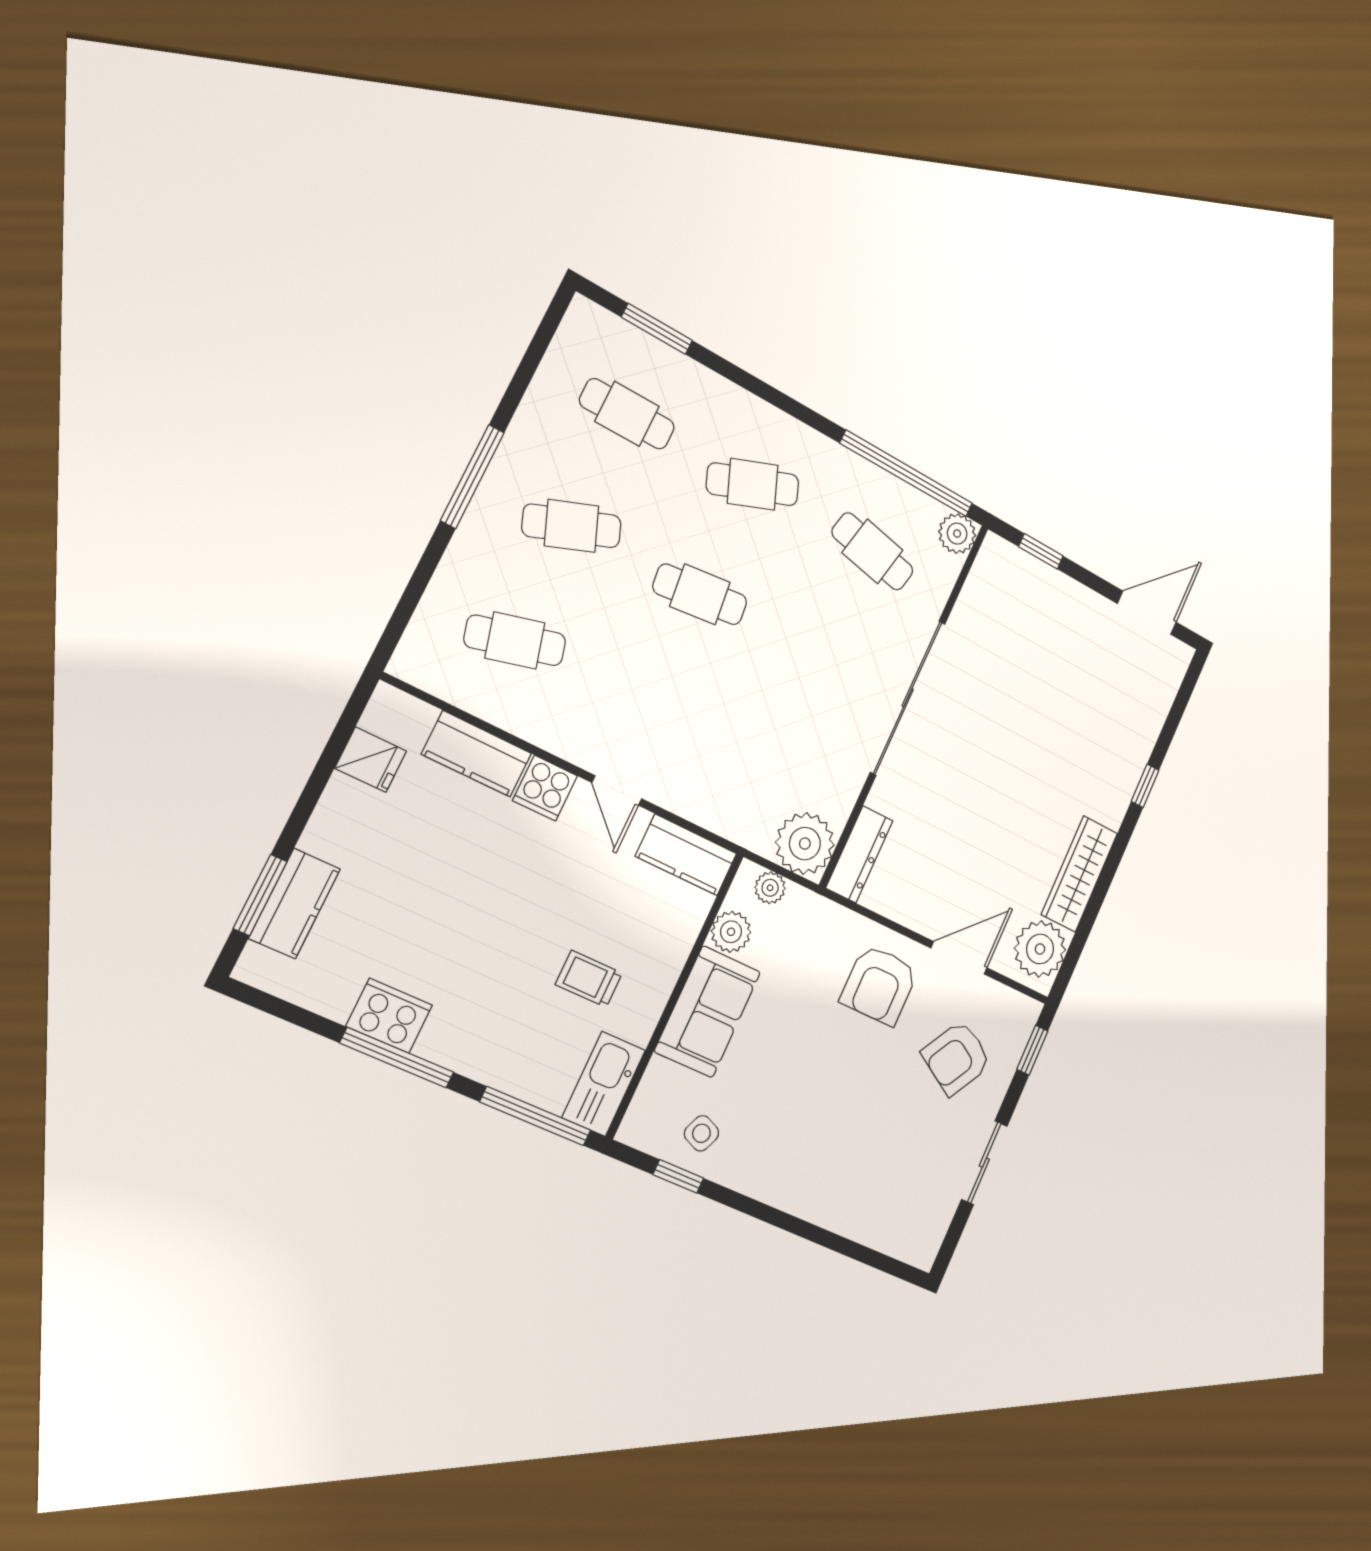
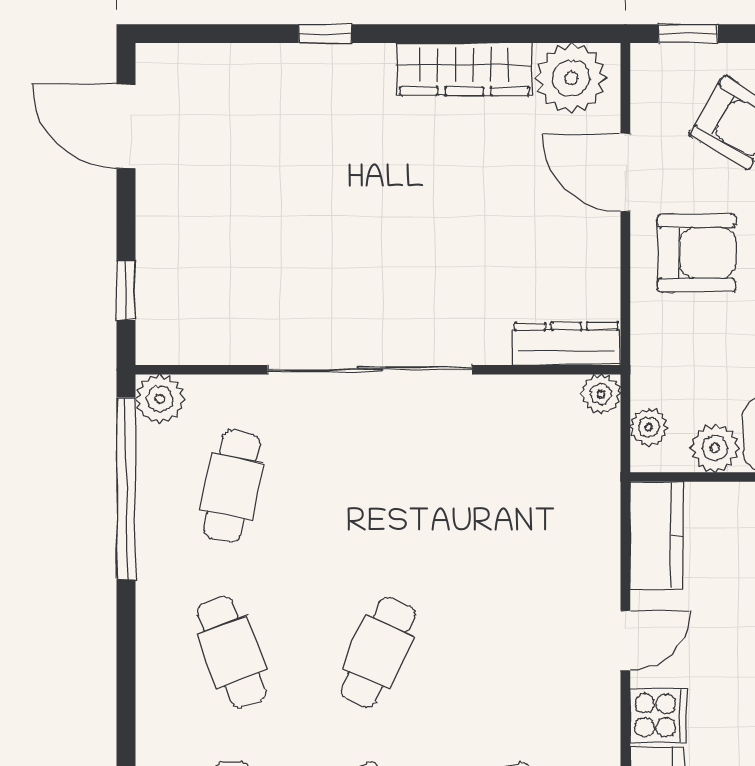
cafe table: (700, 594) -> (378, 652), turned 30
plant: (805, 844) -> (601, 394), width x0.53, depth x0.53

